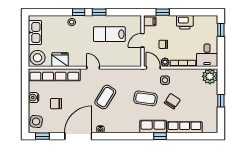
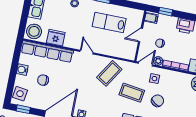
door: (153, 68) -> (145, 64), hinge flipped
coffee table: (105, 97) -> (109, 73), moved

